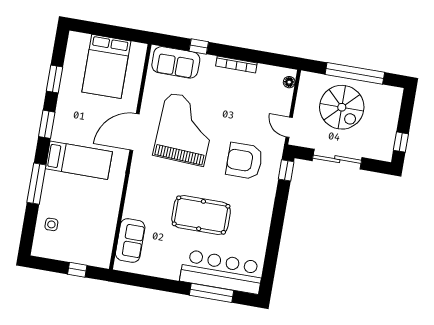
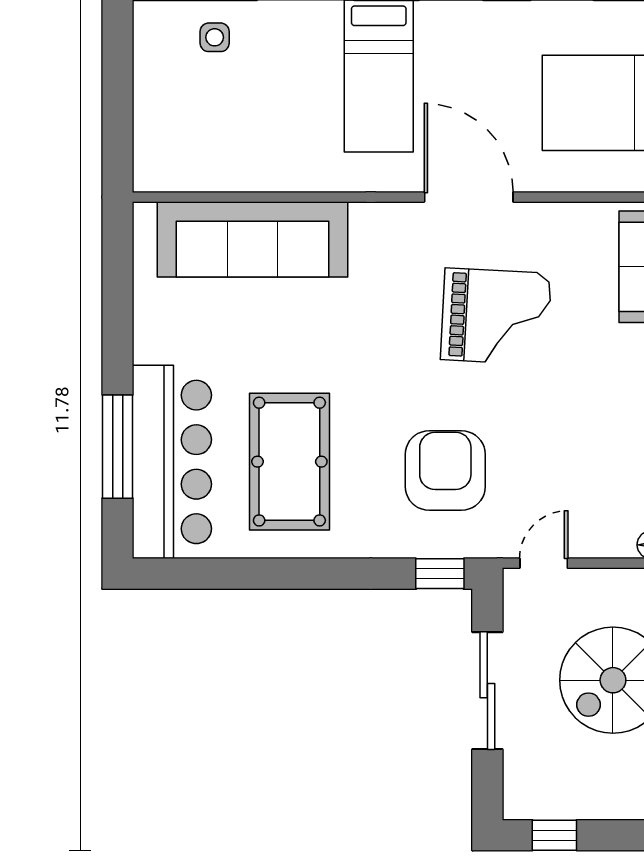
grand piano: (185, 129) -> (496, 316), width x0.73, depth x0.68
pool table: (201, 215) -> (289, 462), moved
sofa: (130, 240) -> (253, 239), width x1.85, depth x1.27
window: (77, 270) -> (118, 117), removed

